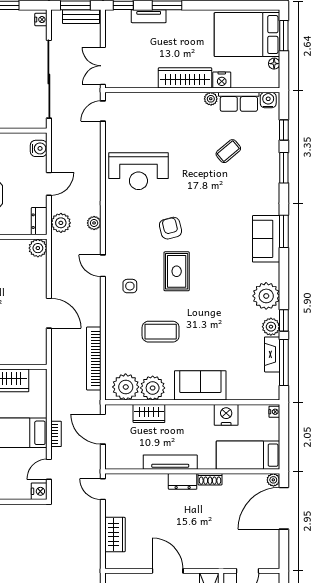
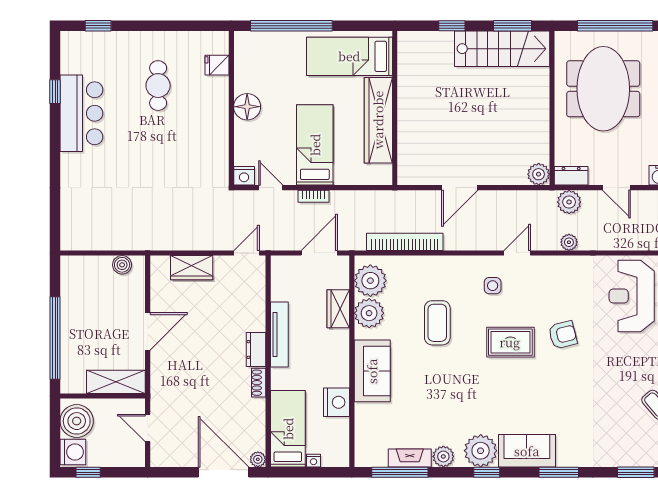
sofa: (266, 239) -> (527, 451), moved
window: (284, 320) -> (487, 472), moved
nightstand: (274, 412) -> (314, 461), moved

